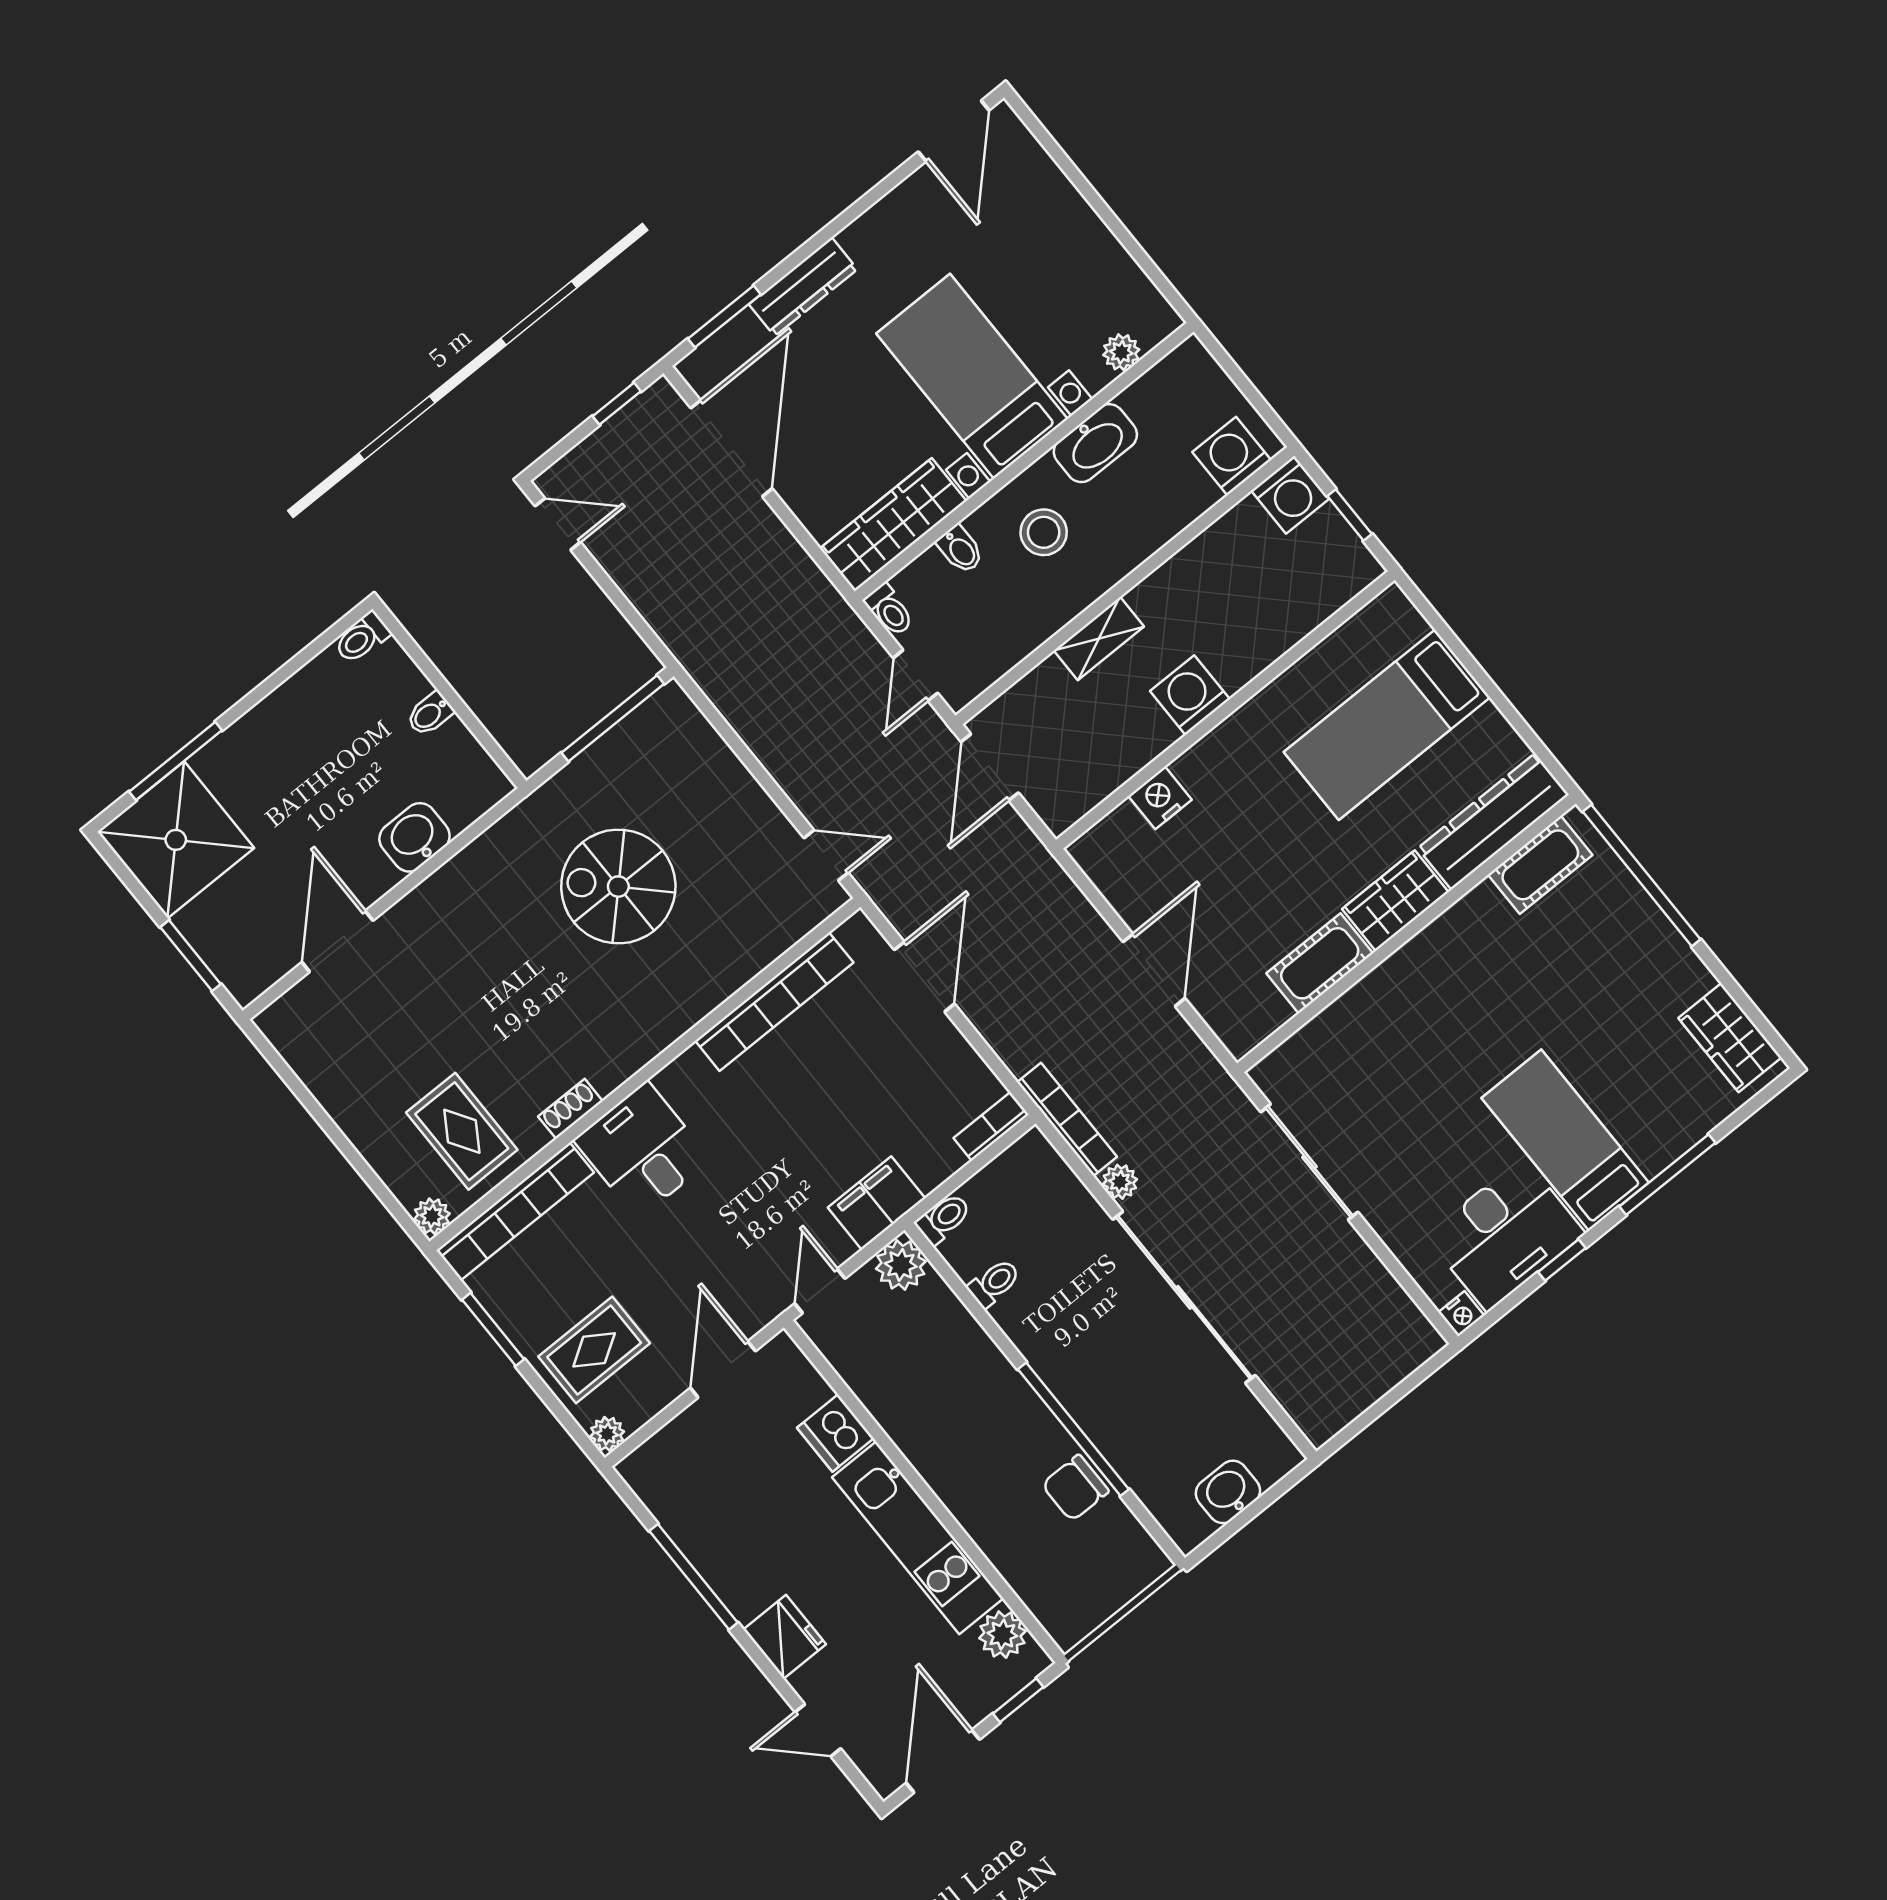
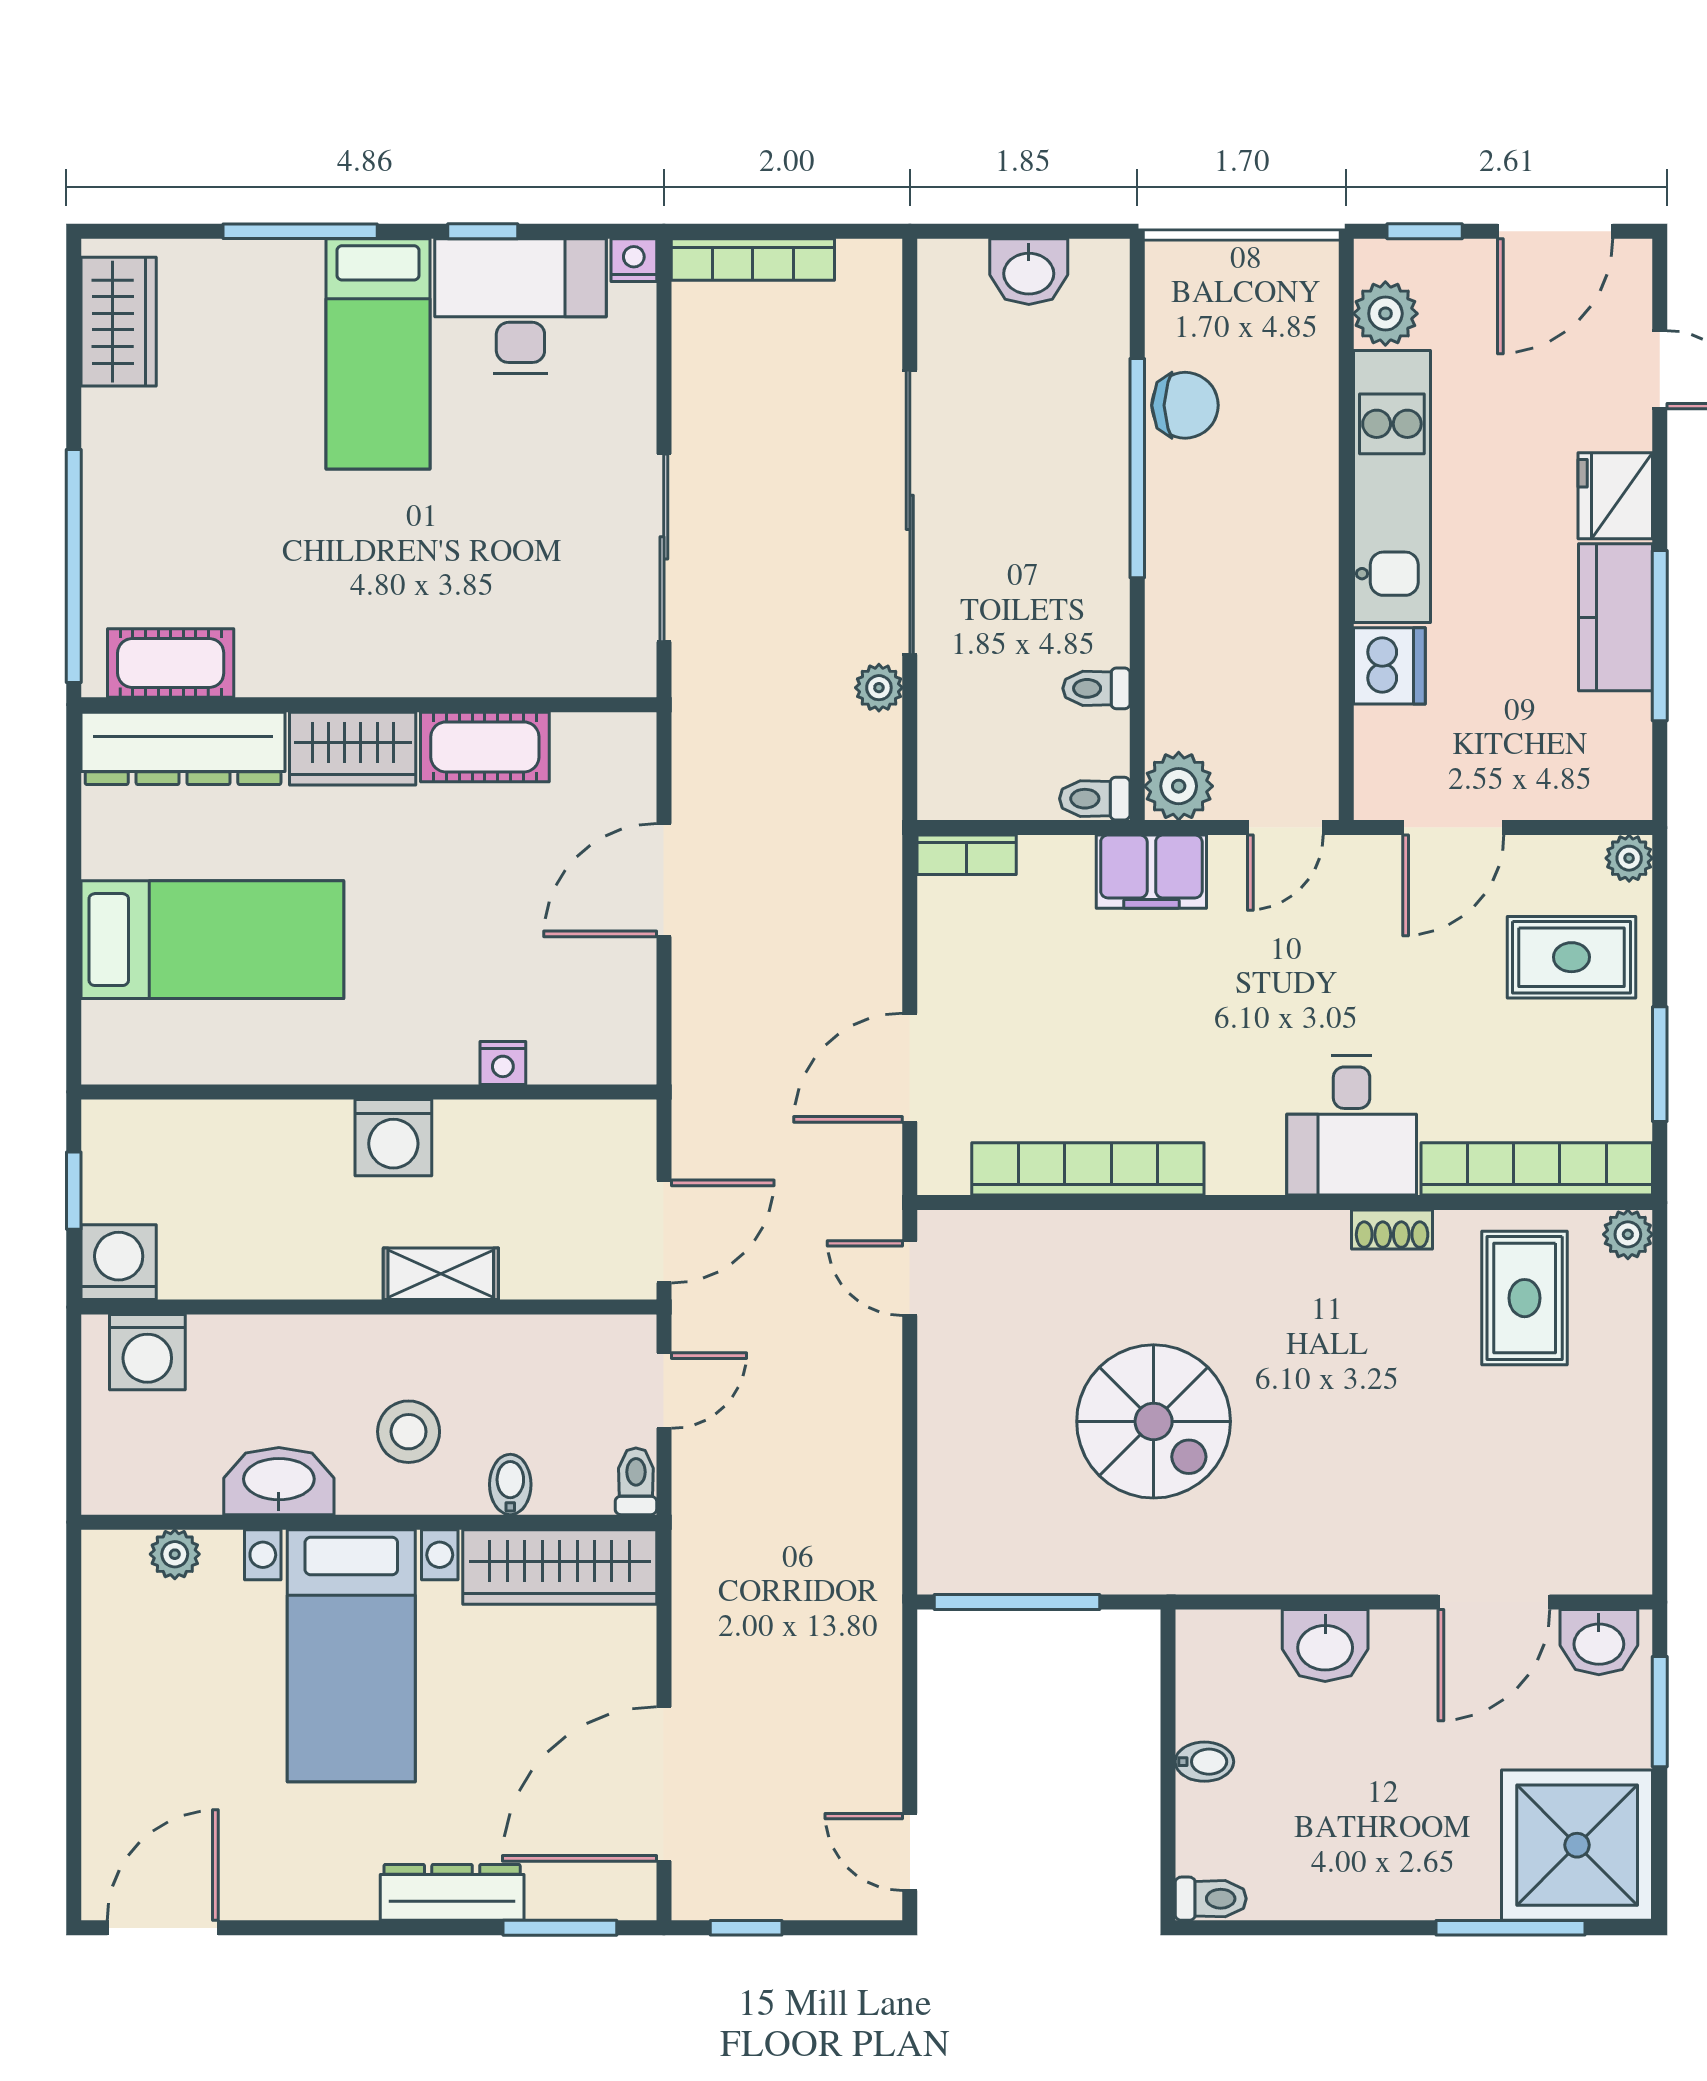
nightstand: (1160, 798) -> (503, 1063), width x0.72, depth x0.74
washbasin: (258, 967) -> (1599, 1642), added
bookcase: (1067, 1120) -> (753, 260), moved, turned -90
kitchen counter: (728, 1567) -> (1616, 617), added

